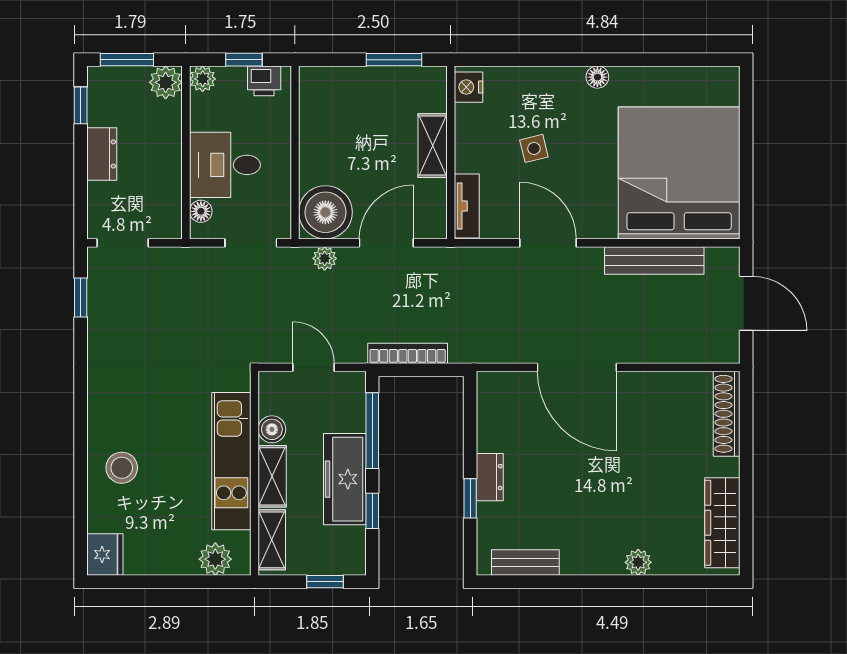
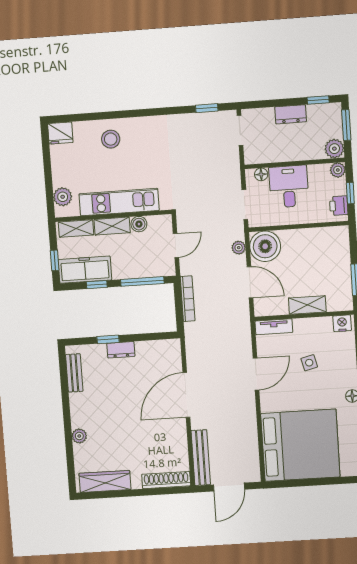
bench: (654, 260) -> (201, 458), moved
freezer: (345, 479) -> (85, 270), moved

